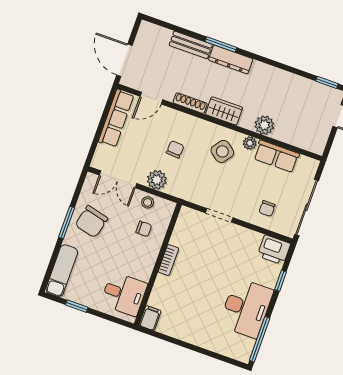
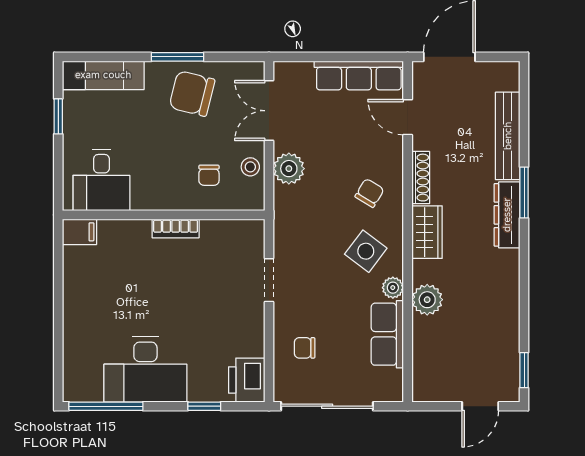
bench: (191, 45) -> (508, 136), width x1.36
chair: (175, 149) -> (369, 193), moved, turned -63

